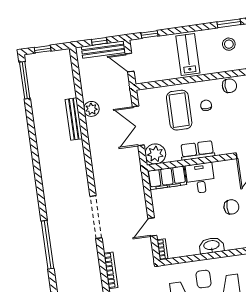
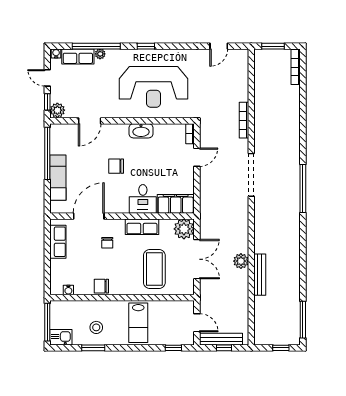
chair: (206, 105) -> (107, 243), moved
plant: (91, 109) -> (241, 261), moved
window: (48, 245) -> (303, 188), moved

